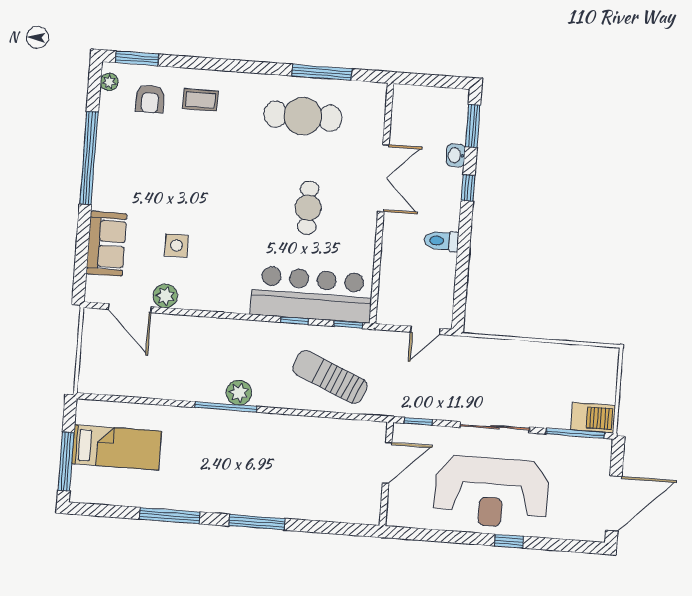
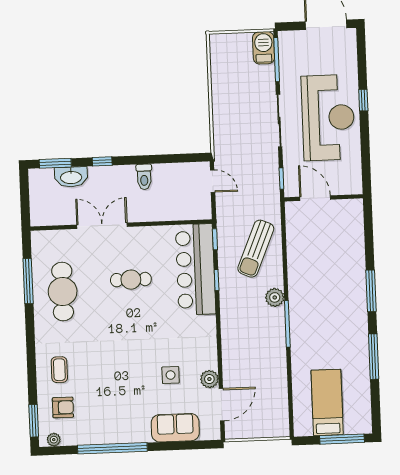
washbasin: (456, 155) -> (71, 177), width x1.91, depth x1.45
plant: (239, 393) -> (275, 297), moved

